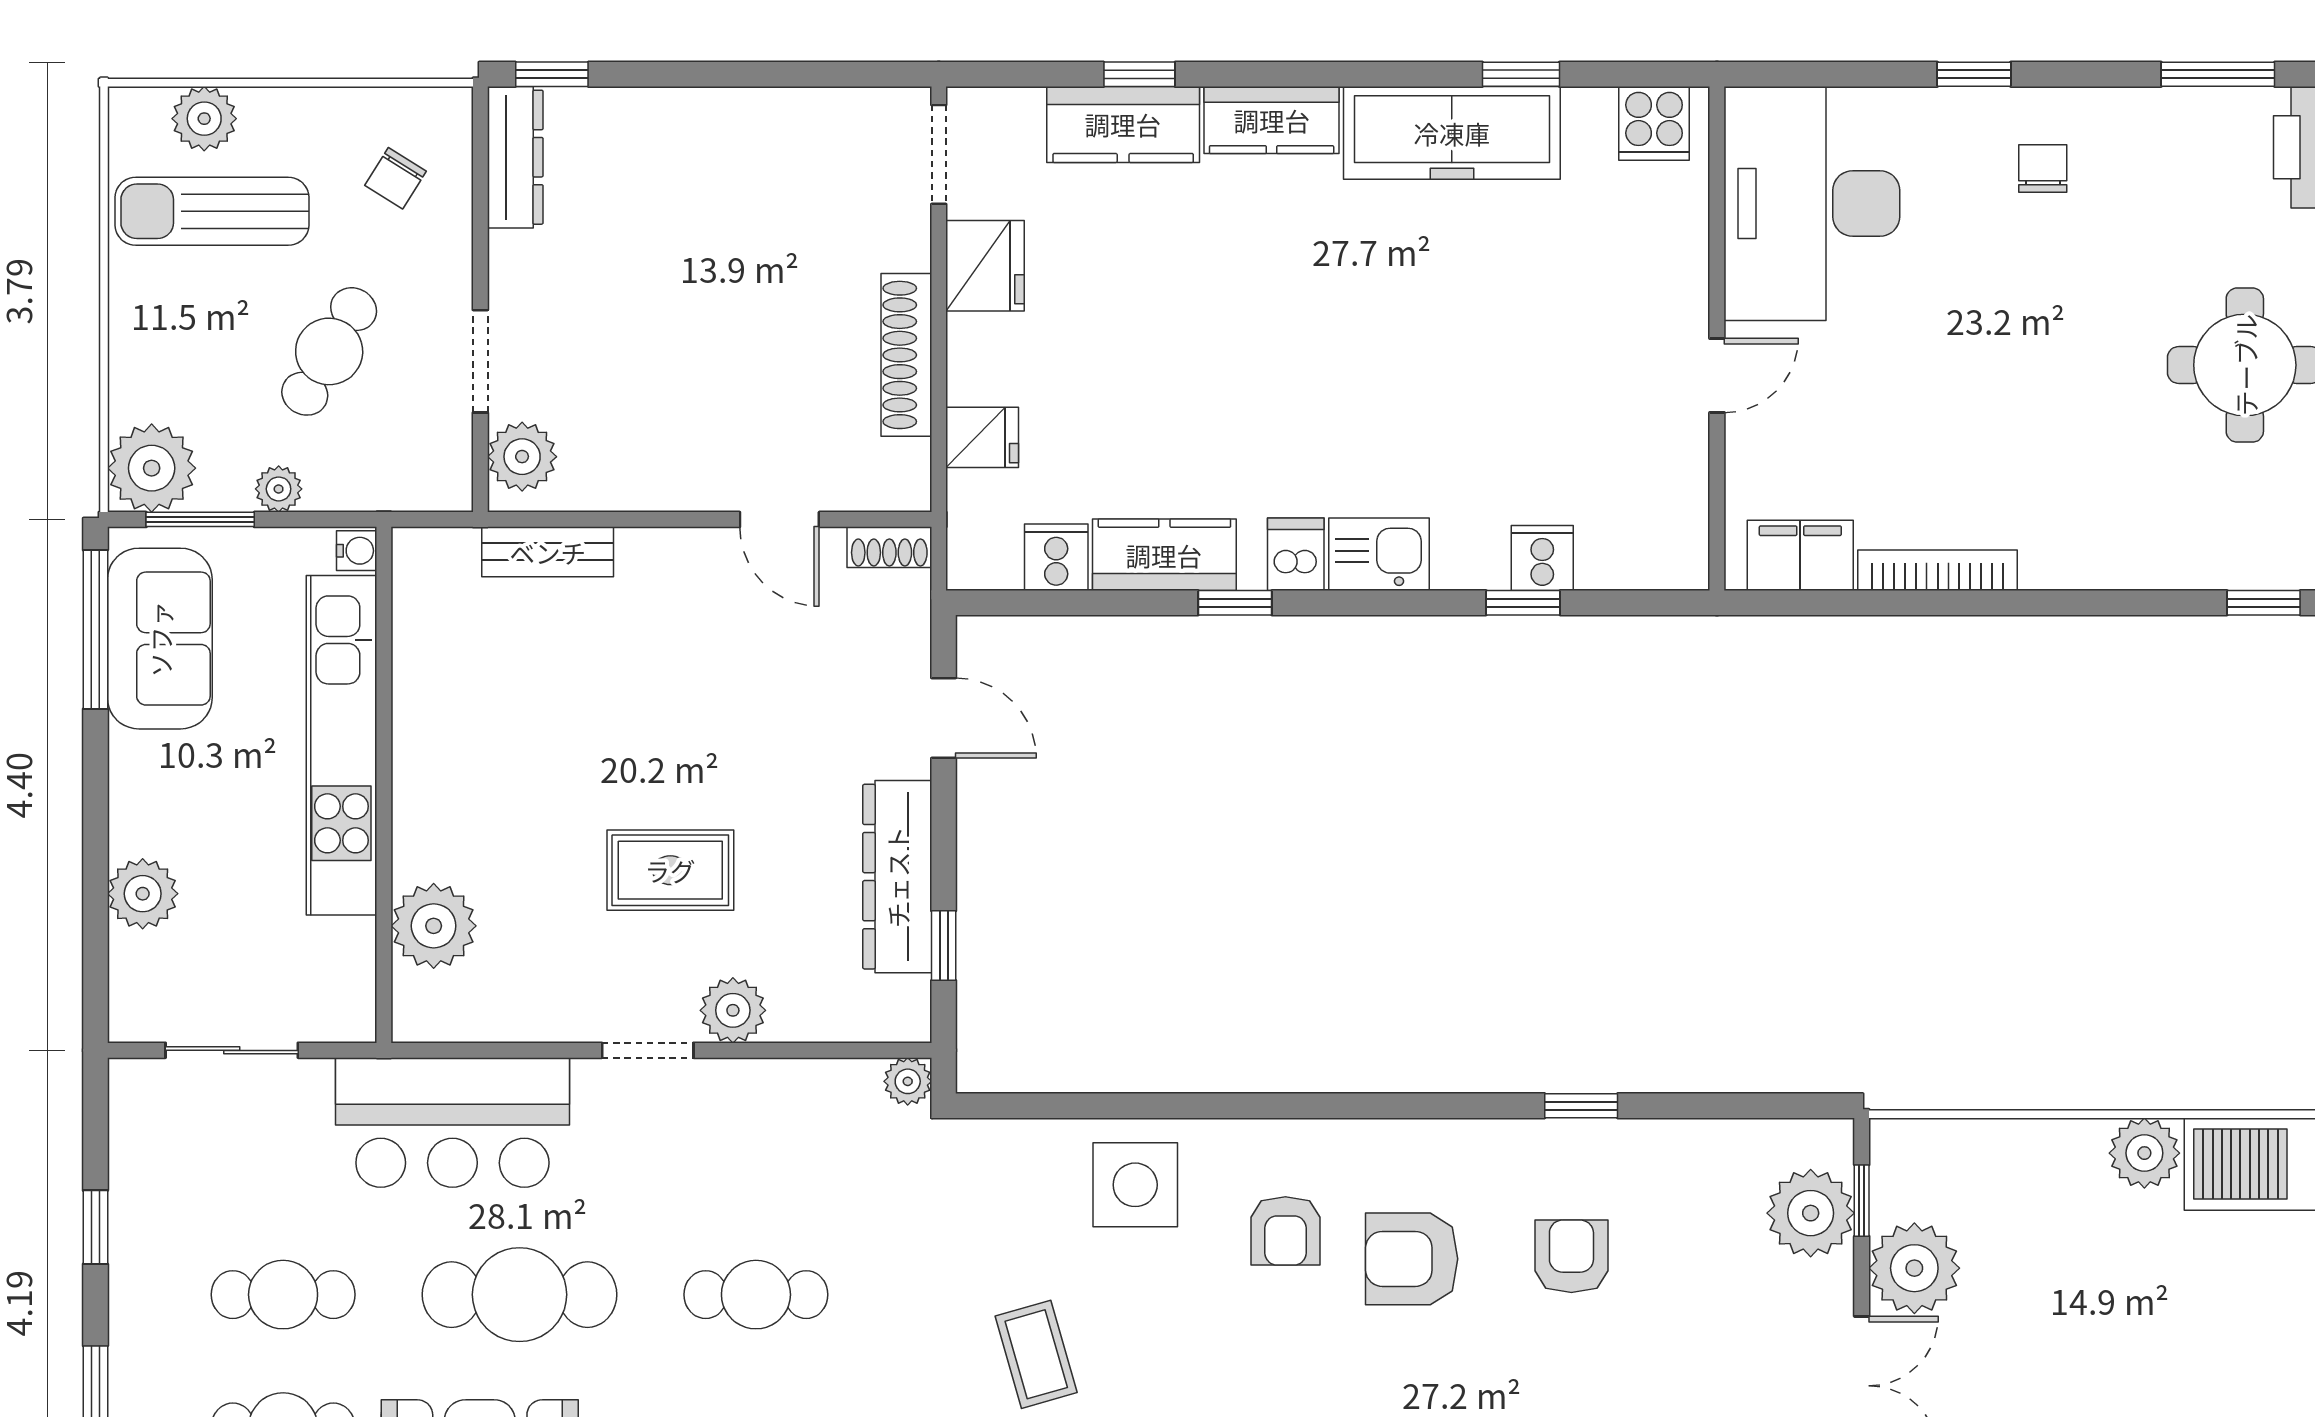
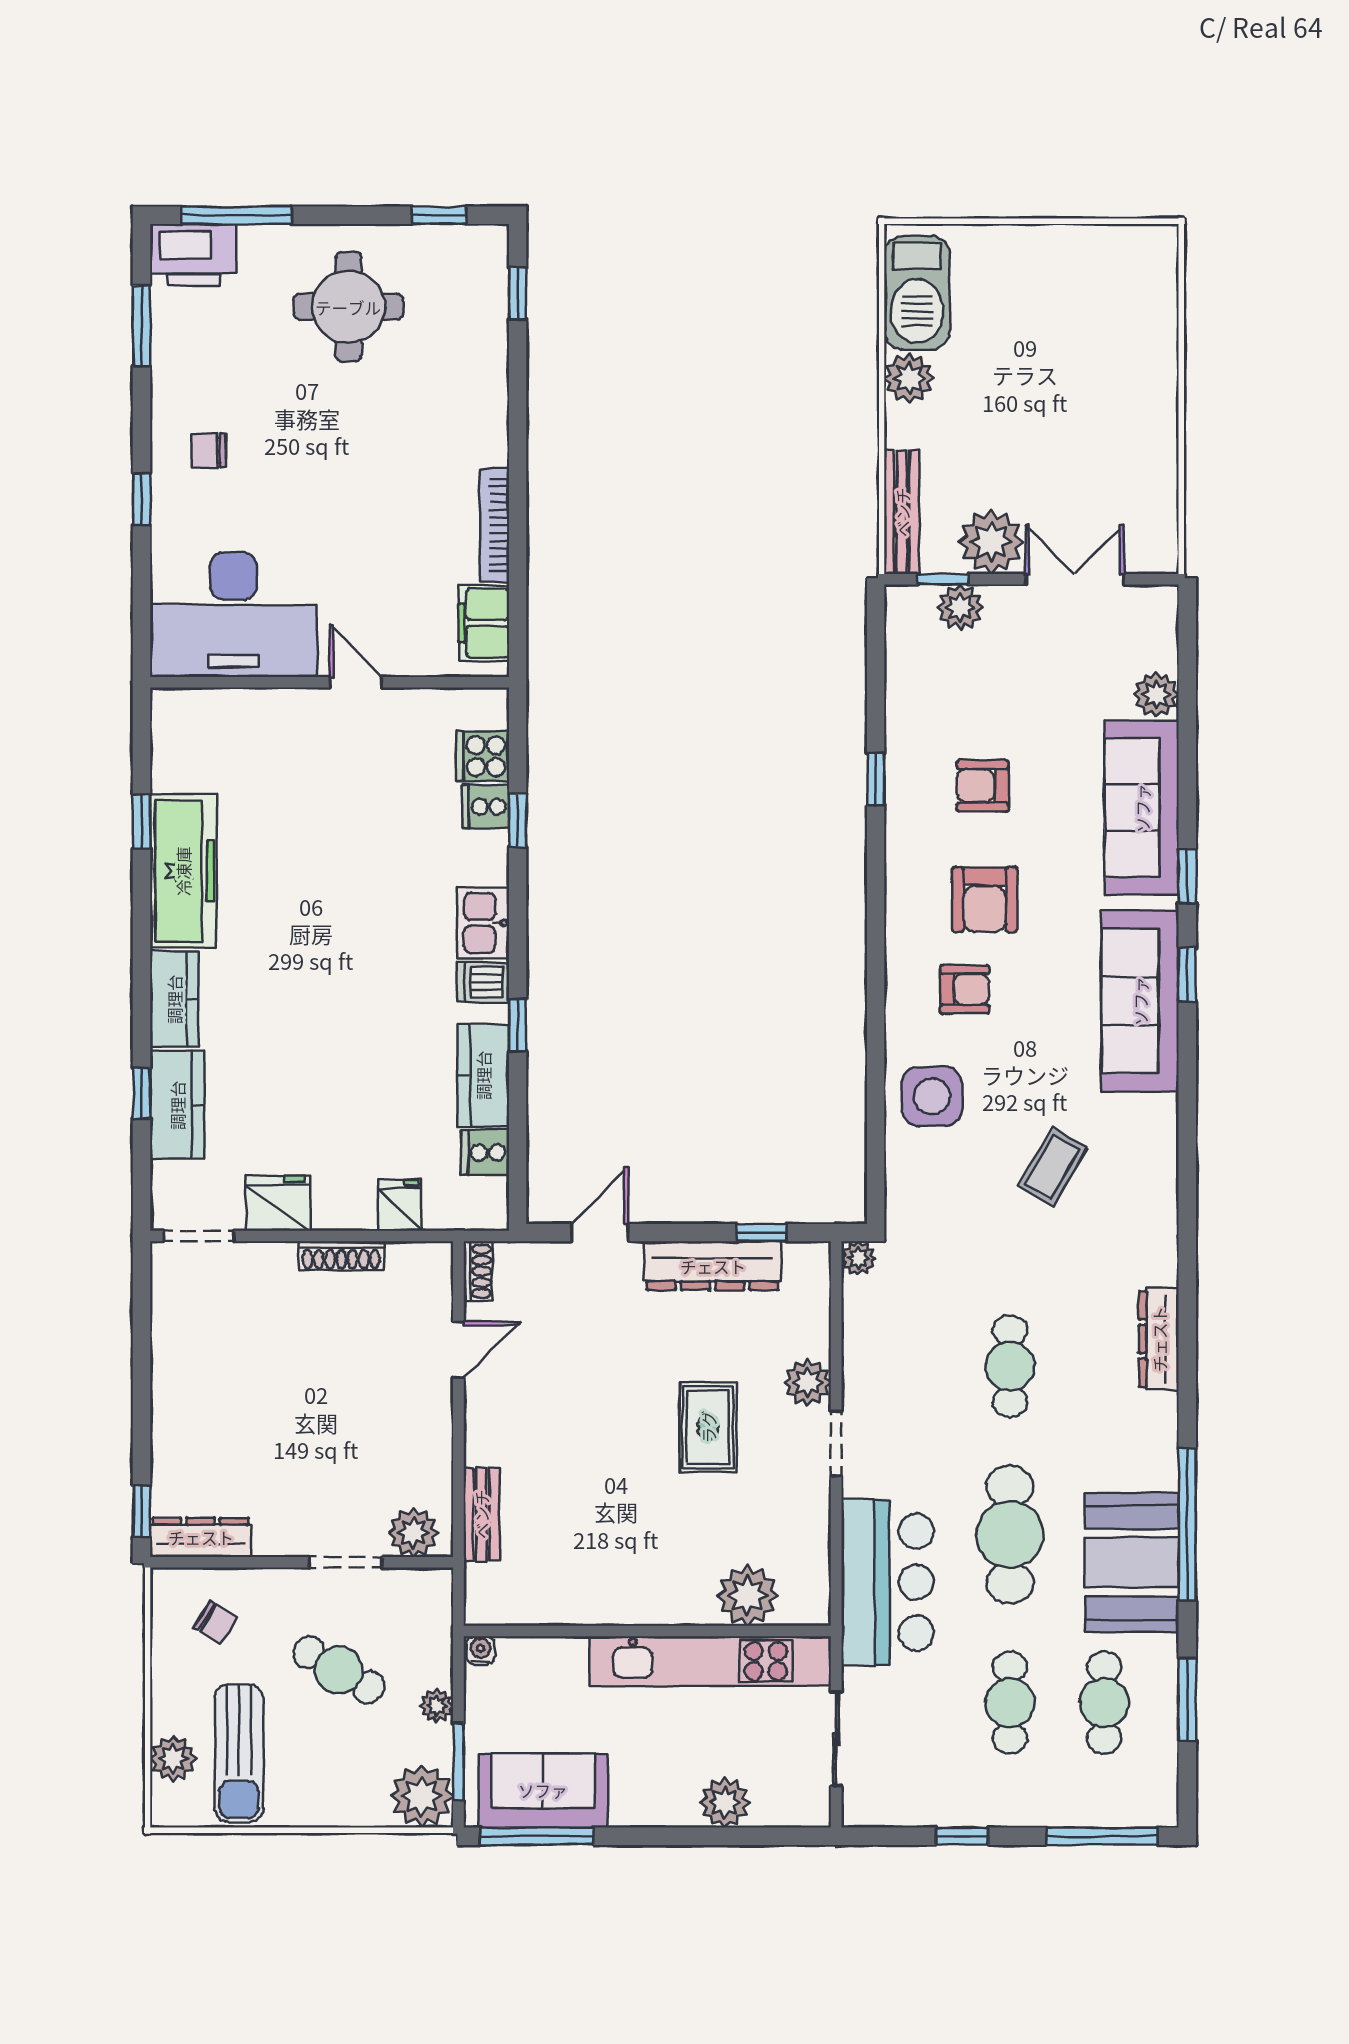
cooker: (1654, 123) -> (483, 756), moved, turned 180
shoe rack: (906, 355) -> (341, 1256), width x0.74, depth x0.81
kitchen unit: (341, 745) -> (710, 1661), moved
bench: (1956, 1142) -> (902, 512), added
plant: (1811, 1213) -> (960, 607), width x0.73, depth x0.73
coffee table: (1036, 1354) -> (1052, 1167), turned -44

